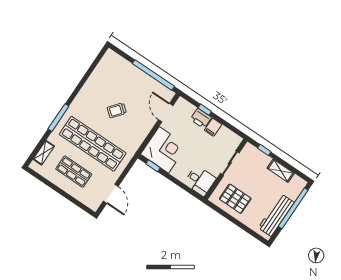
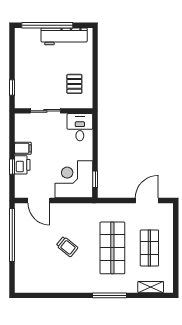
door: (166, 113) -> (39, 201), hinge flipped
shop shelf: (93, 144) -> (112, 248), width x0.71
shelving: (281, 171) -> (21, 60), removed
pallet: (235, 199) -> (74, 84), width x0.67, depth x0.71

